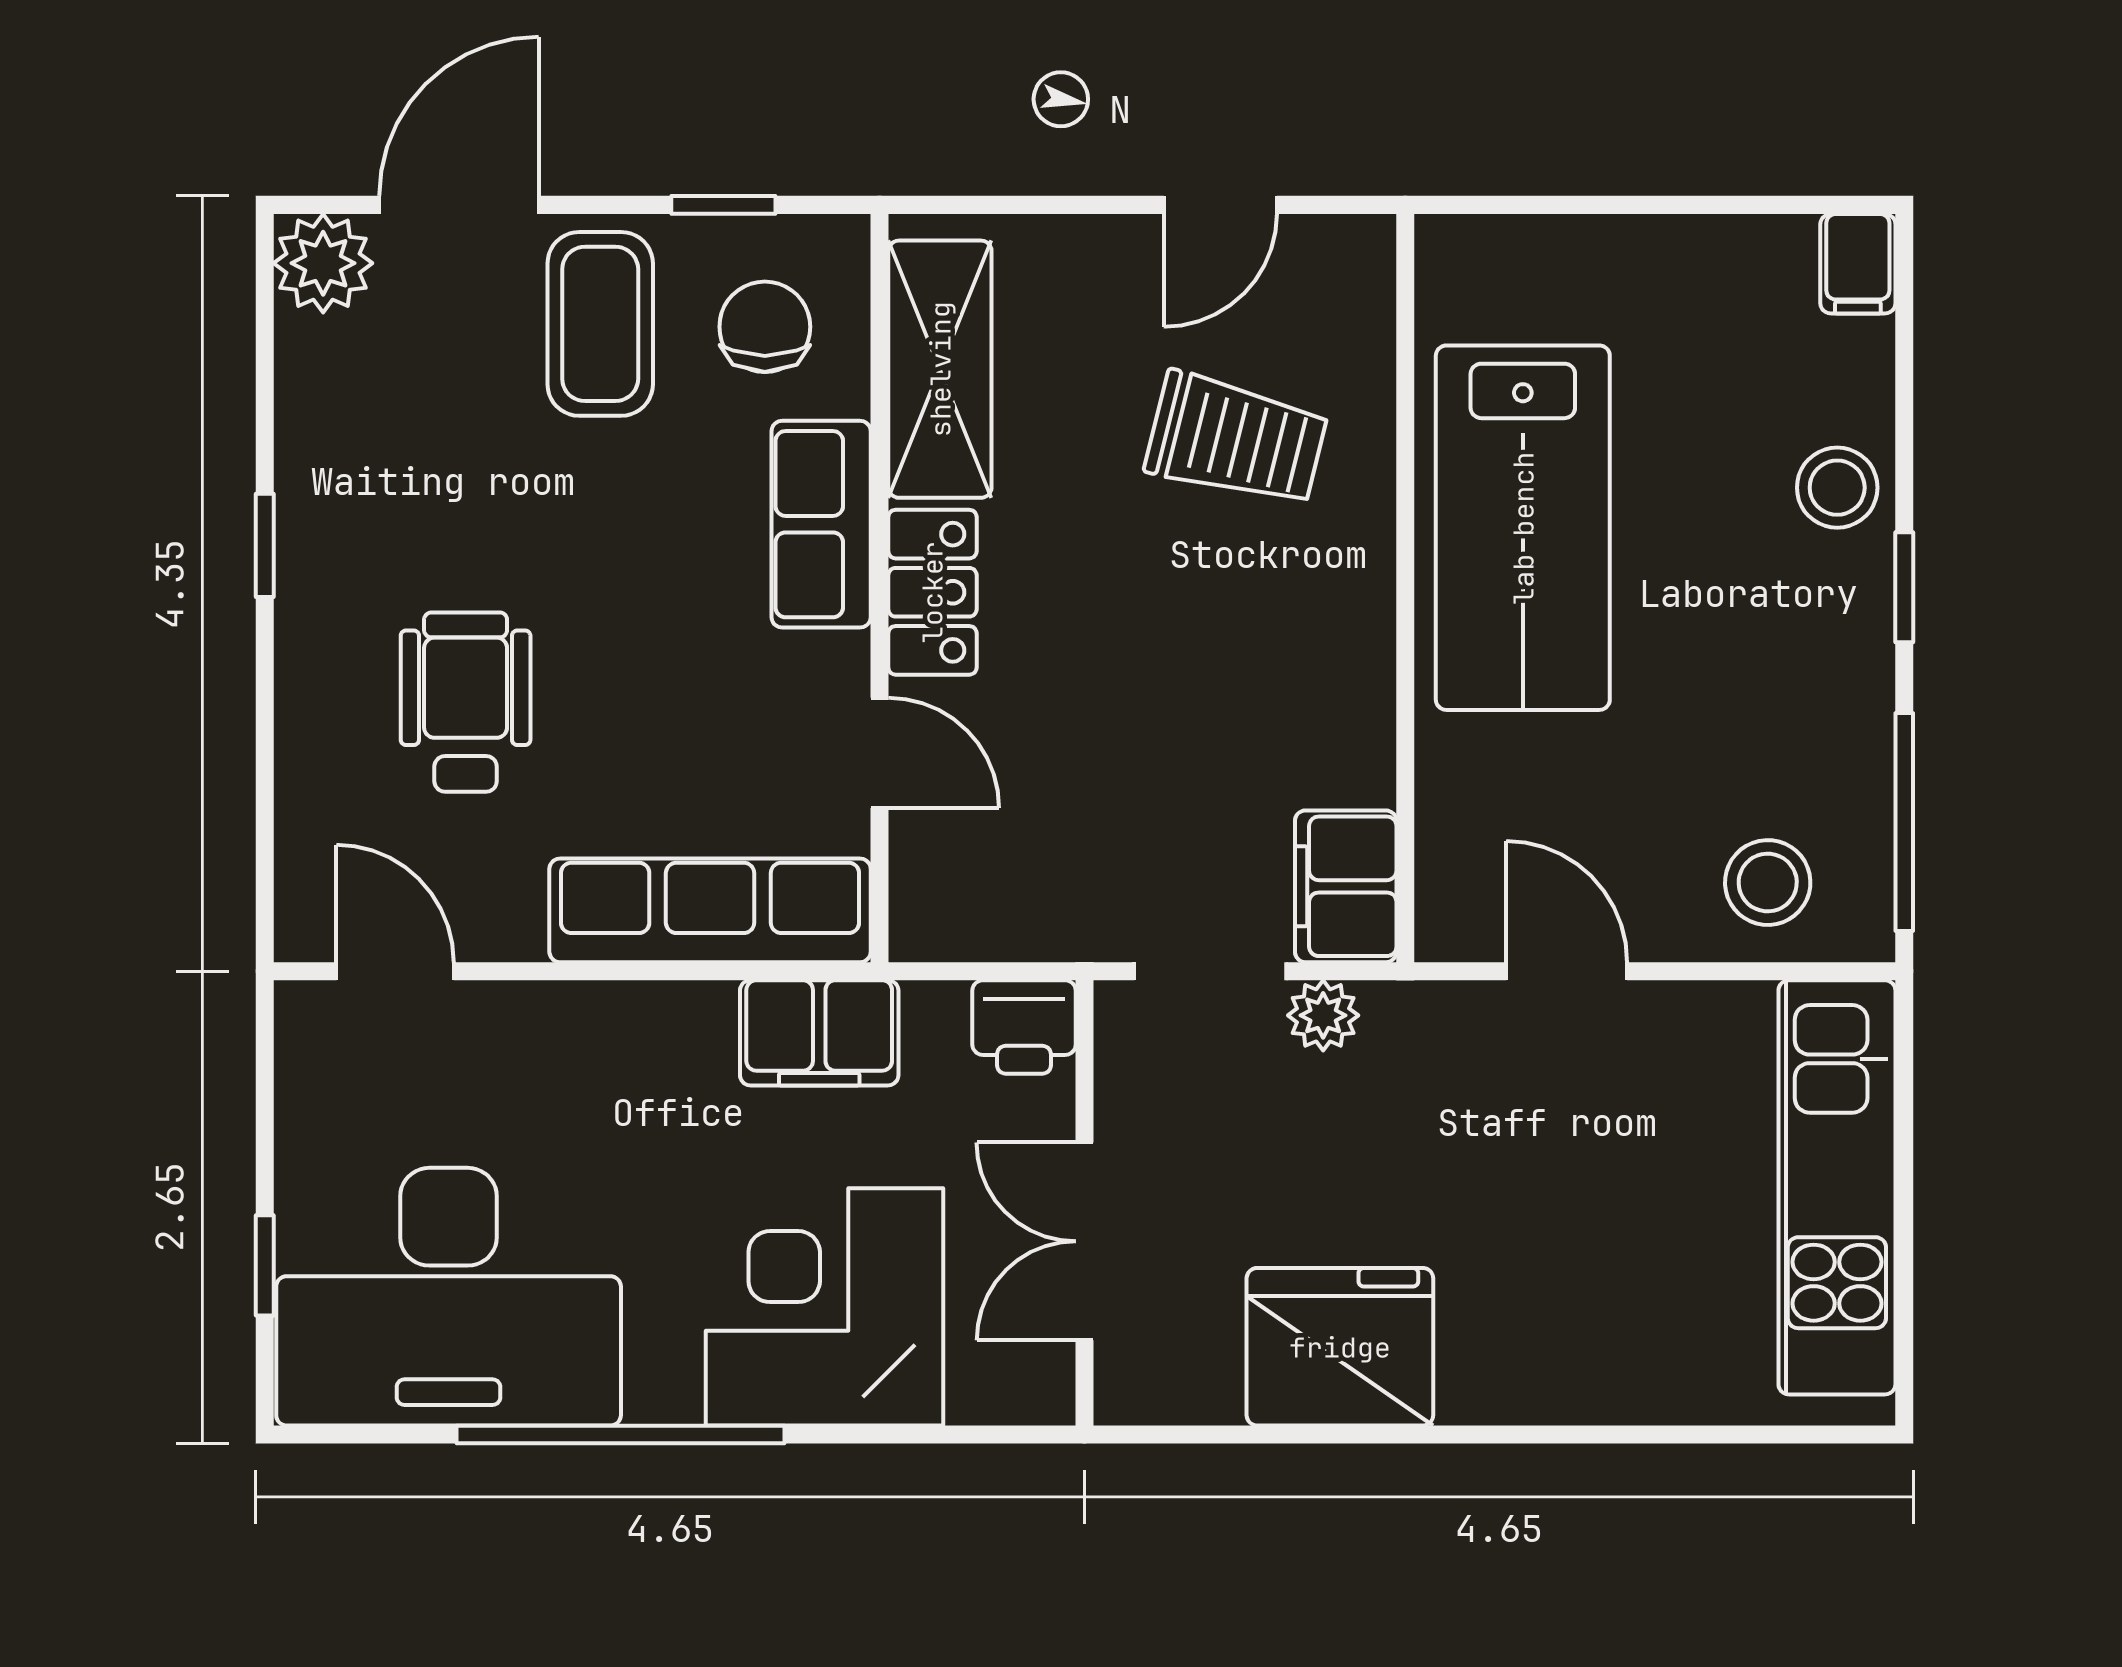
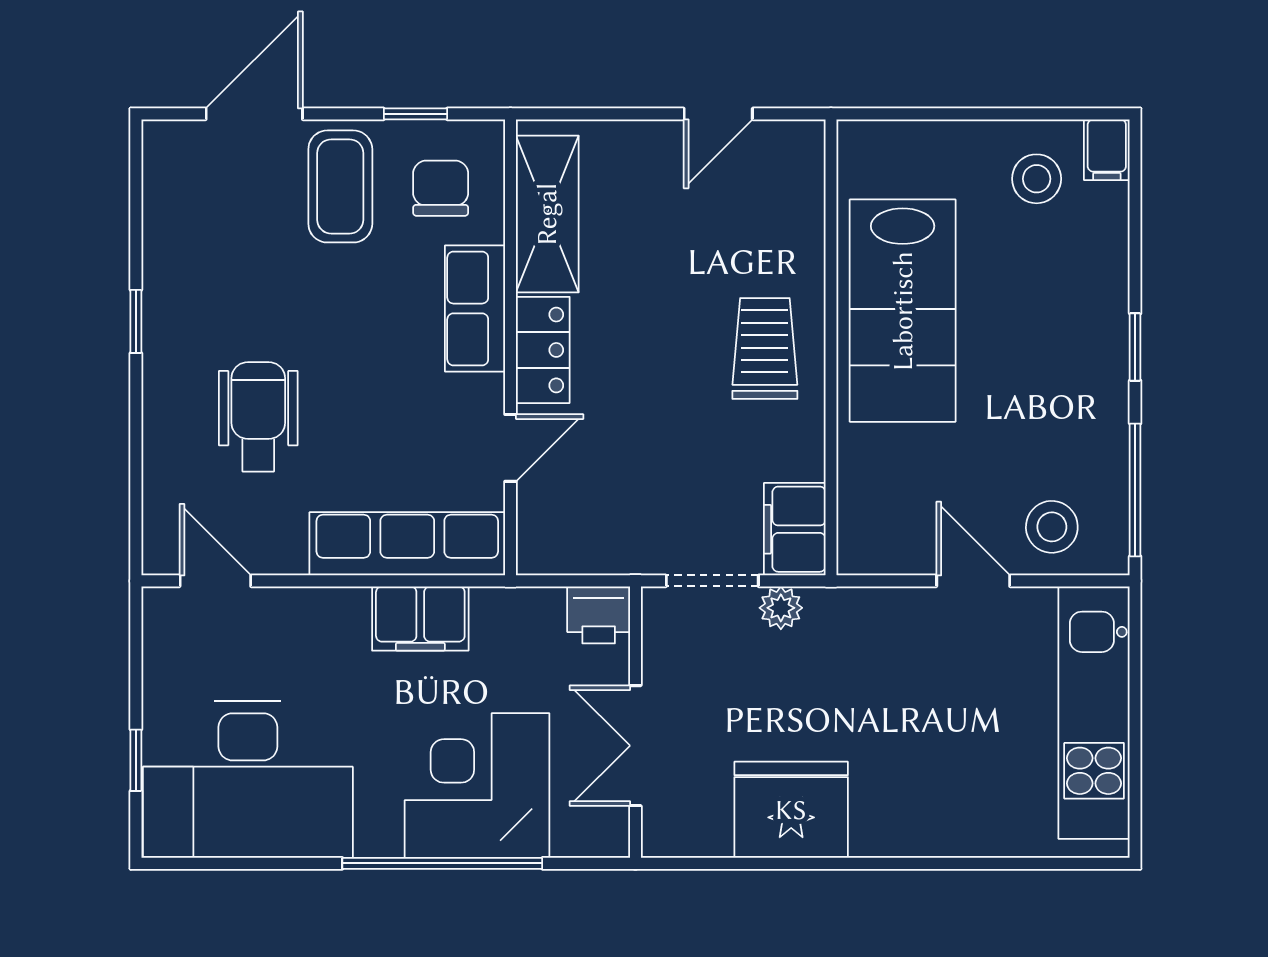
plant: (323, 263) -> (171, 149), removed
trolley: (1236, 440) -> (765, 348), moved, turned -104
stool: (1837, 488) -> (1037, 179), moved
door: (880, 753) -> (511, 448), hinge flipped
door: (1567, 971) -> (973, 581), moved
filing cabinet: (819, 1033) -> (420, 618), moved
window: (621, 1435) -> (442, 863), moved

